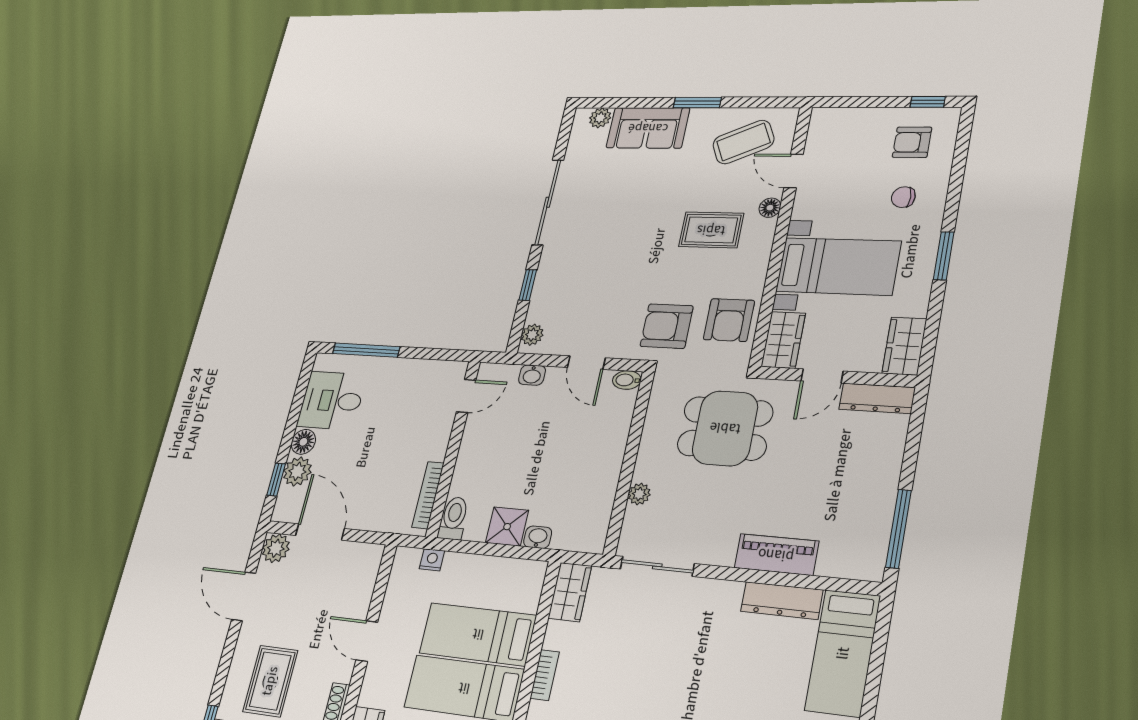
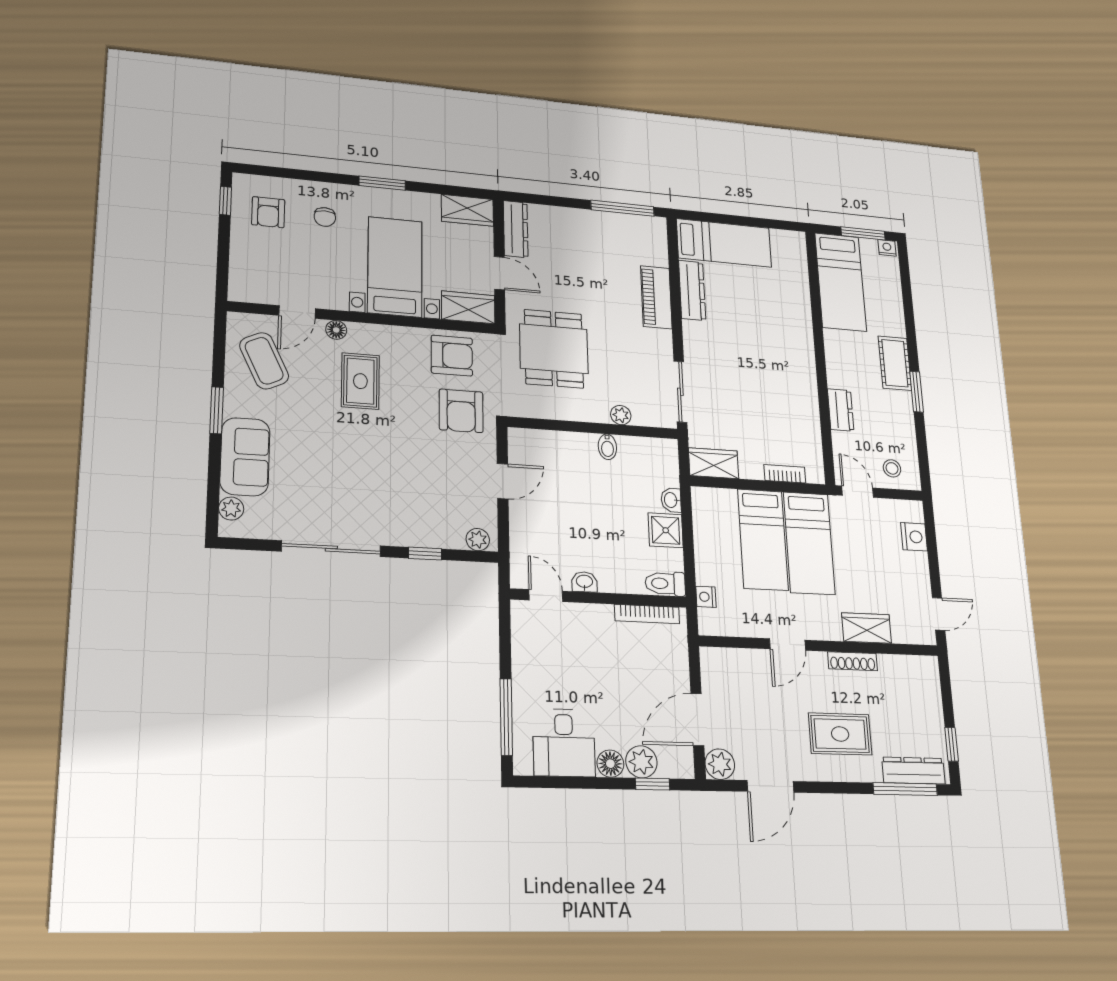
washbasin: (532, 375) -> (584, 582), moved, turned -90
bidet: (627, 380) -> (607, 447), moved

